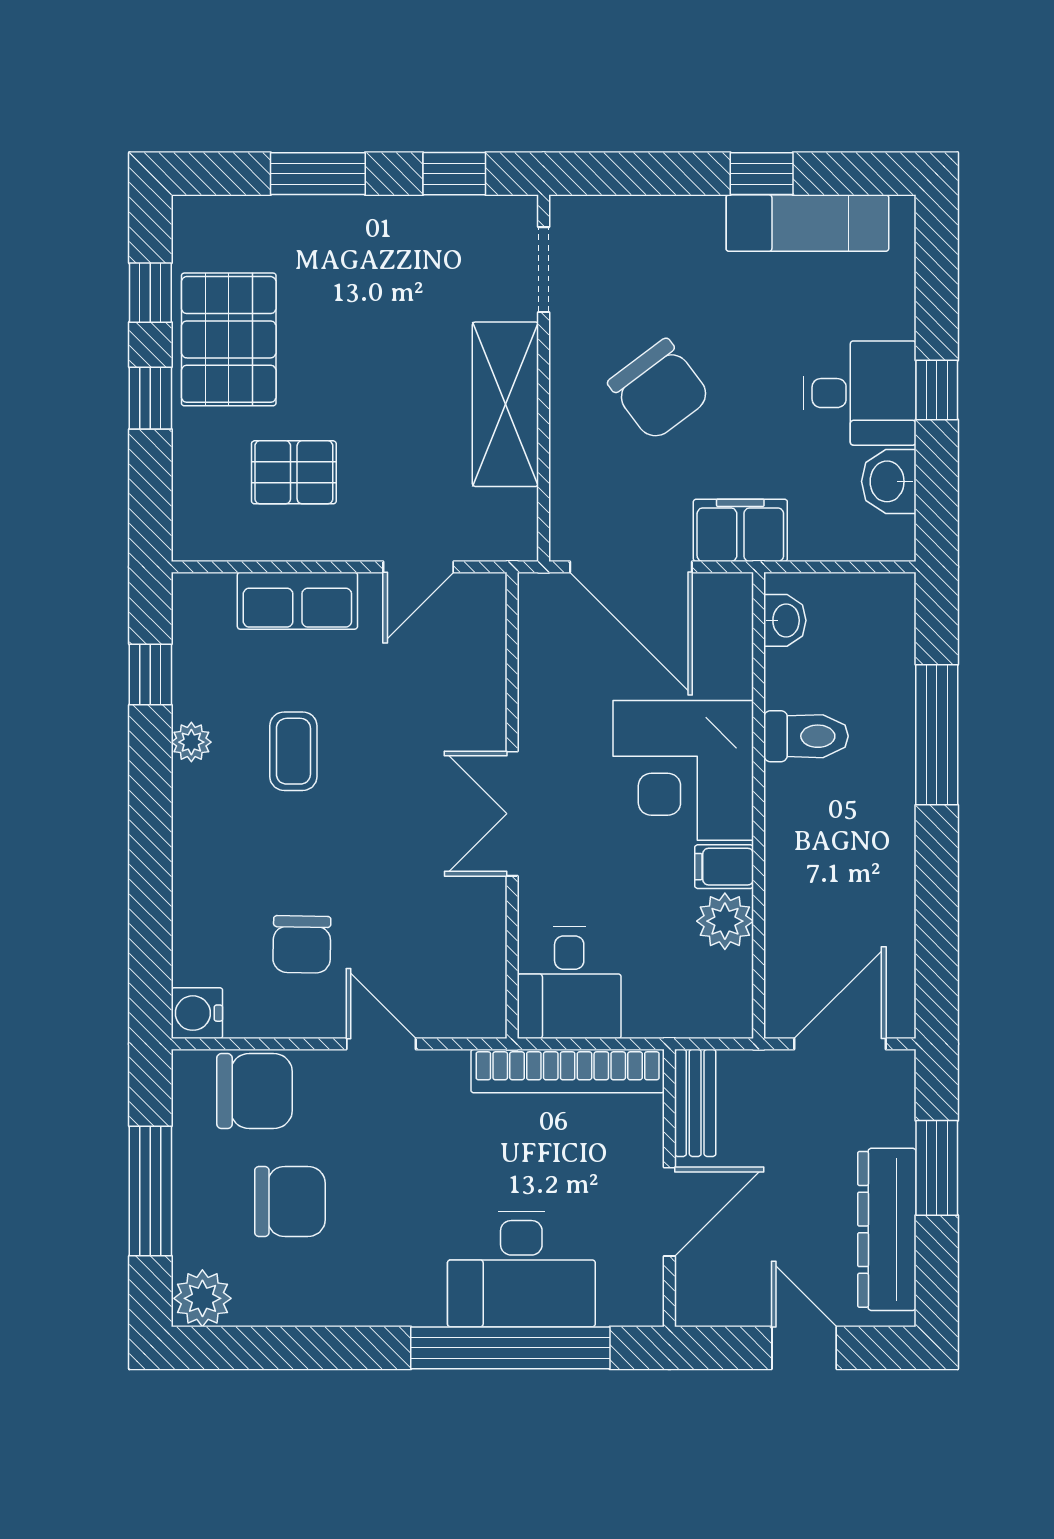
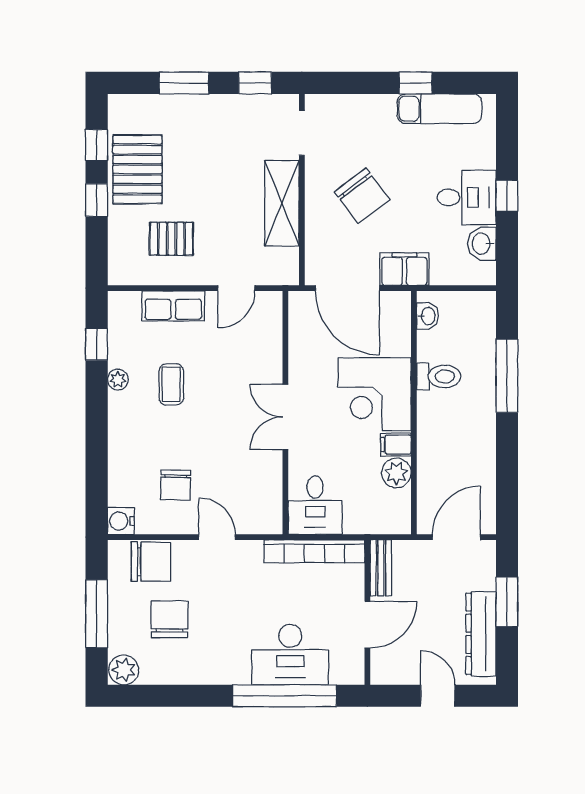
chair: (290, 1201) -> (169, 619), turned -90

